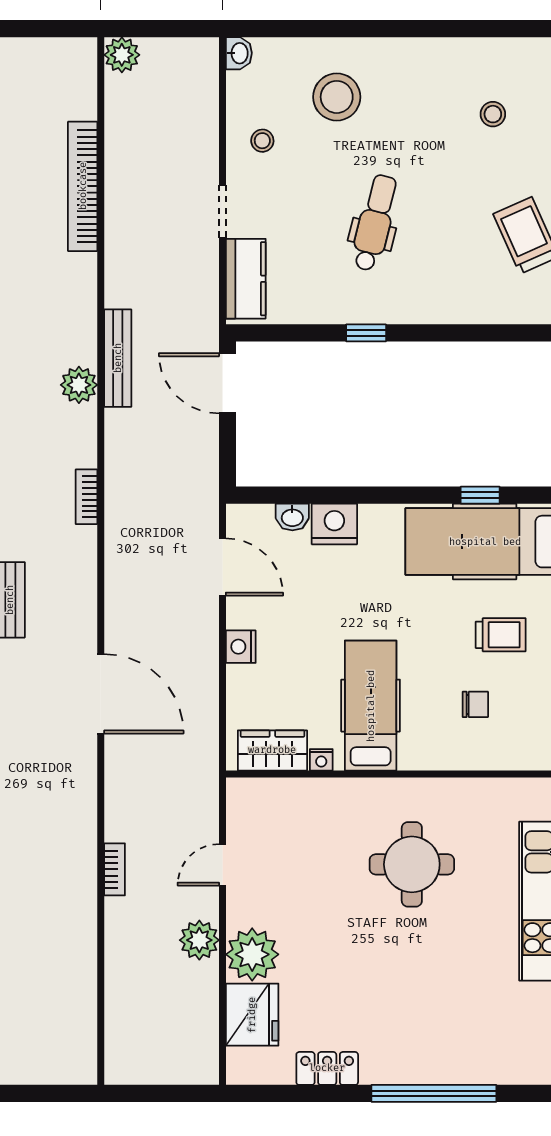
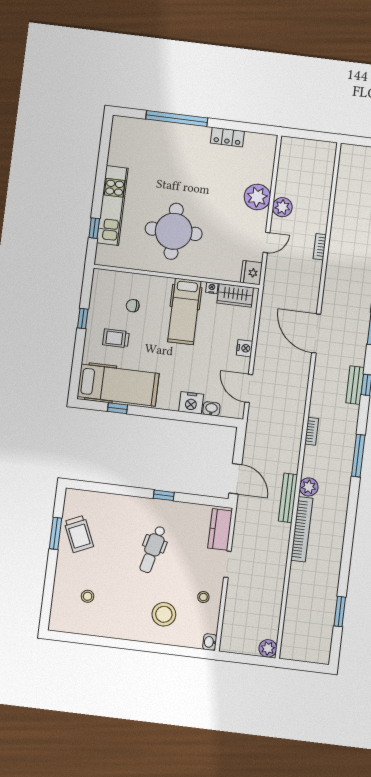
bookcase: (83, 186) -> (302, 529), moved
round table: (412, 864) -> (174, 231), width x1.36, depth x1.36
fridge: (252, 1015) -> (251, 273), moved, width x0.73, depth x0.75

